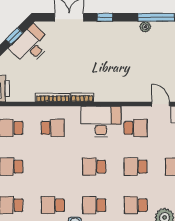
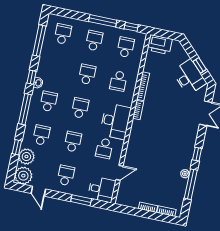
window: (105, 17) -> (197, 154), moved
school desk: (53, 205) -> (87, 74), moved

